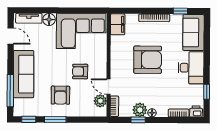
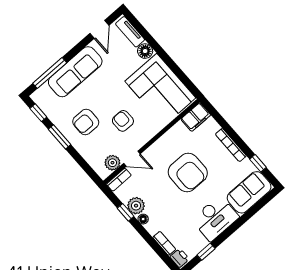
door: (109, 87) -> (132, 159), swing flipped

